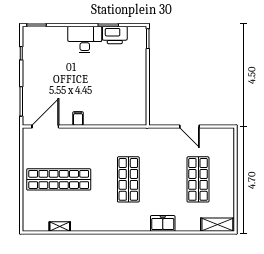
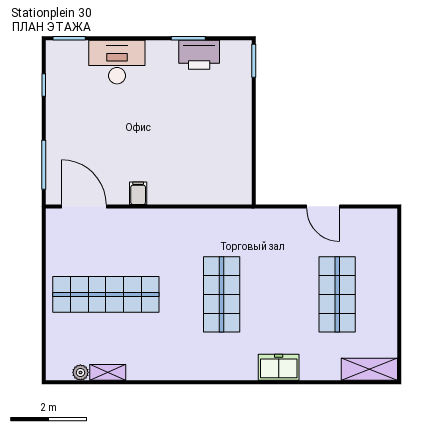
desk: (85, 39) -> (117, 62), moved
door: (45, 126) -> (84, 206), hinge flipped
plant: (43, 226) -> (80, 373), added

